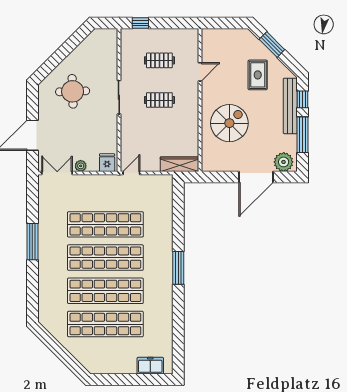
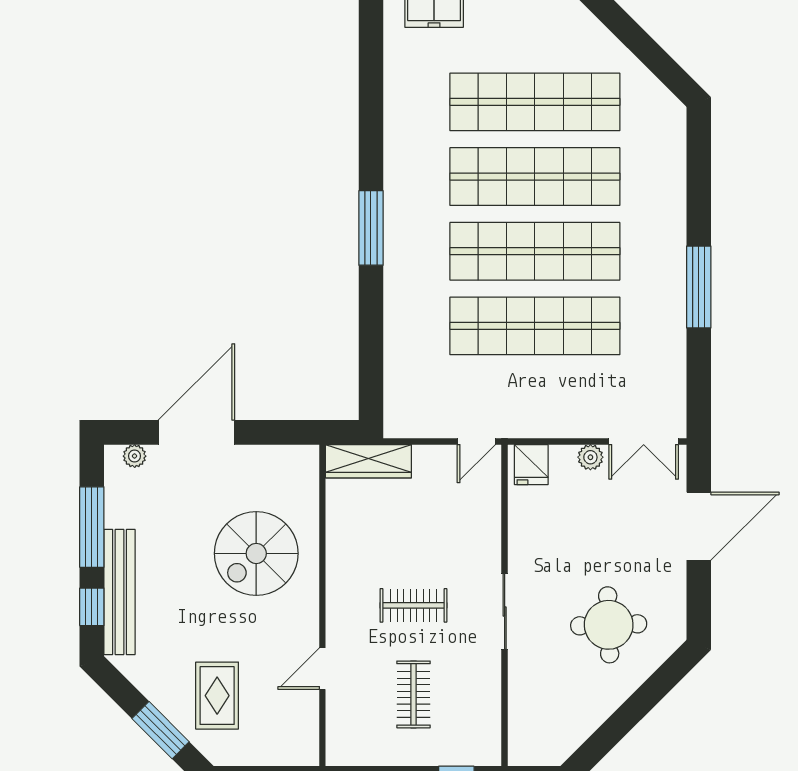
clothes rail: (159, 60) -> (413, 694), turned 90
rug: (258, 75) -> (217, 696), moved
plant: (284, 162) -> (135, 456), width x0.53, depth x0.53

